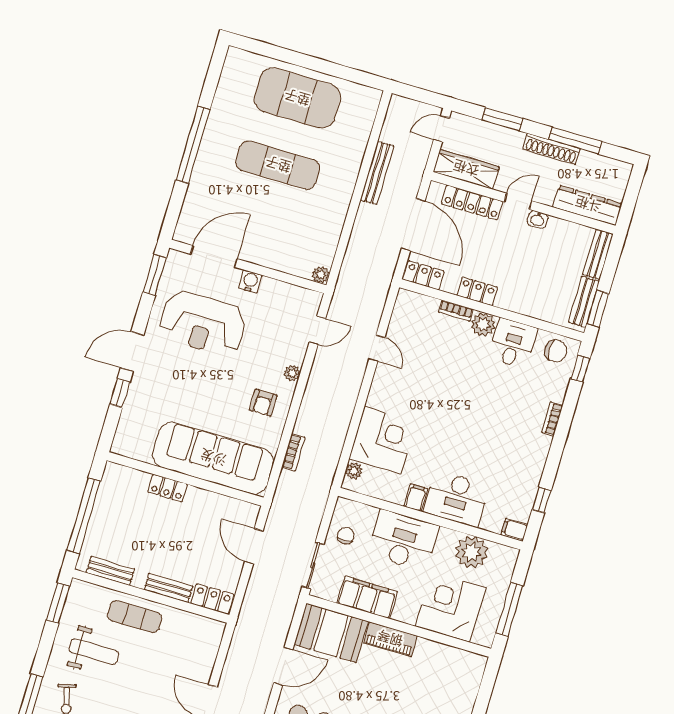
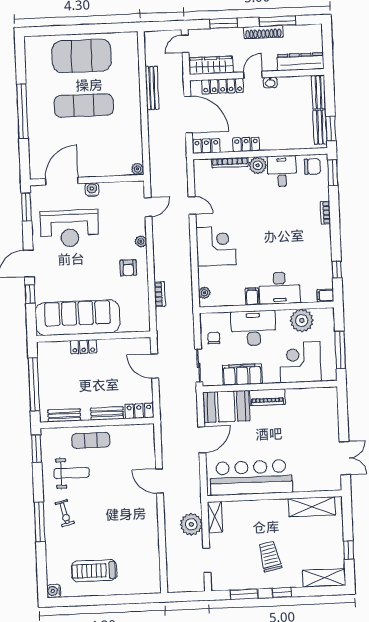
bookcase: (456, 311) -> (230, 163), width x1.56
window: (580, 369) -> (333, 173), width x1.50
corner desk: (383, 440) -> (216, 246), moved
sofa: (213, 458) -> (78, 318), moved

